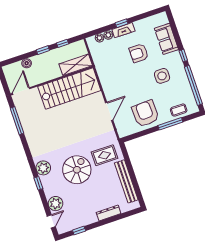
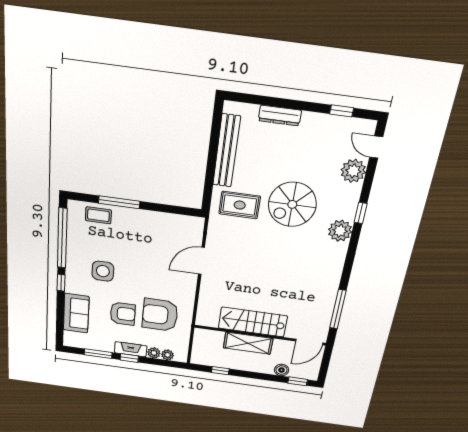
window: (142, 16) -> (98, 354), added
window: (43, 50) -> (298, 381), moved
shelving: (76, 65) -> (248, 343), moved
stairs: (69, 89) -> (253, 322), width x0.73, depth x0.66
armchair: (145, 114) -> (160, 315), moved, turned 92
door: (51, 221) -> (376, 147), hinge flipped

